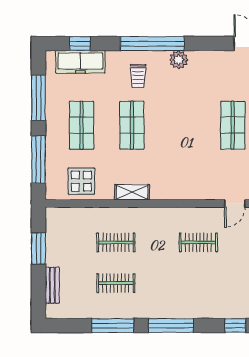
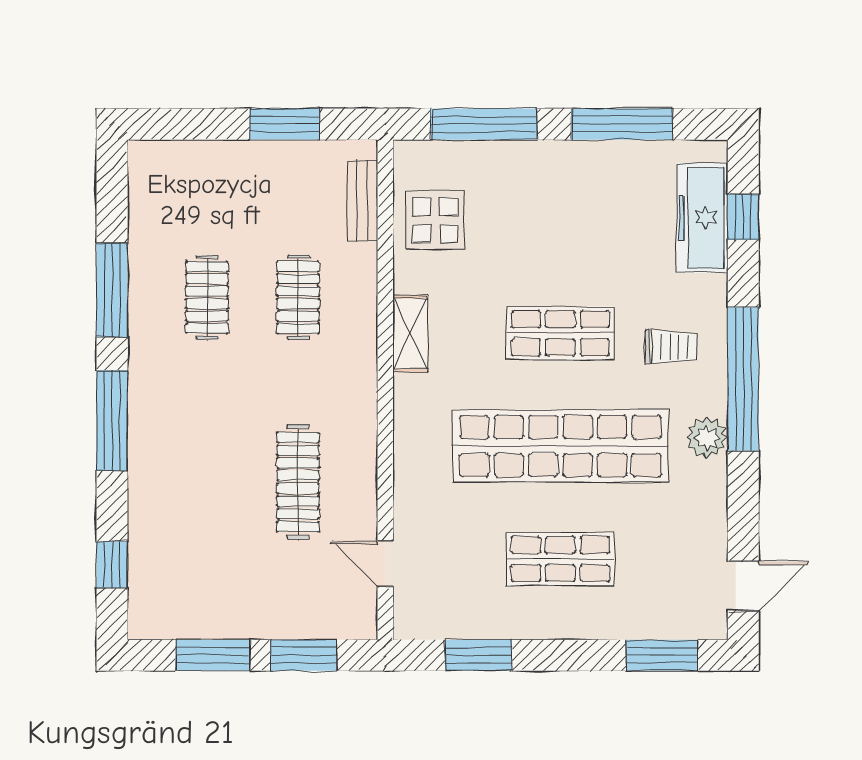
trolley: (138, 76) -> (671, 347), turned 180
shop shelf: (81, 125) -> (560, 446), moved, width x2.00, depth x1.36
clothes rail: (198, 242) -> (298, 482), width x1.36
bench: (52, 285) -> (362, 200), moved, turned 90

